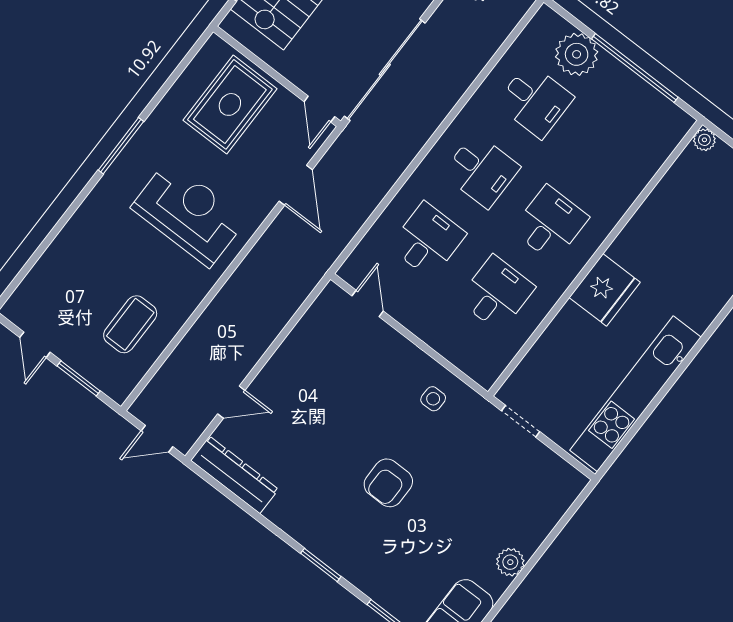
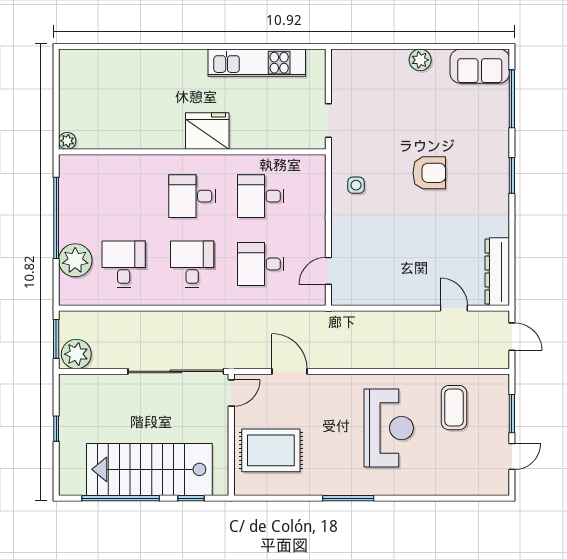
door: (296, 185) -> (290, 371), hinge flipped
reception desk: (189, 213) -> (389, 428), moved, turned 180
coffee table: (130, 324) -> (454, 408), turned 90
kitchen unit: (635, 394) -> (257, 63), width x0.73

